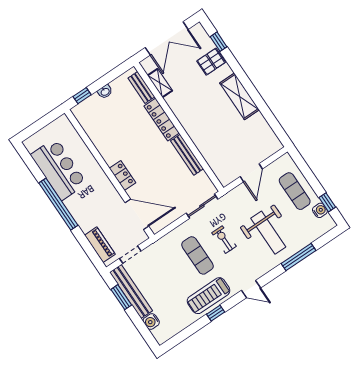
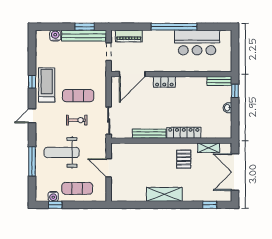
pallet: (211, 62) -> (184, 159), moved
bench: (141, 87) -> (219, 81), moved

